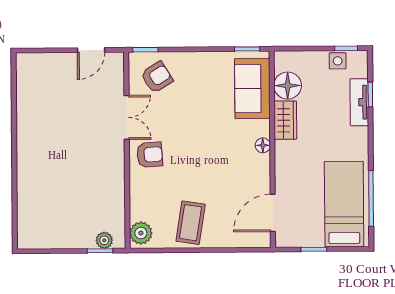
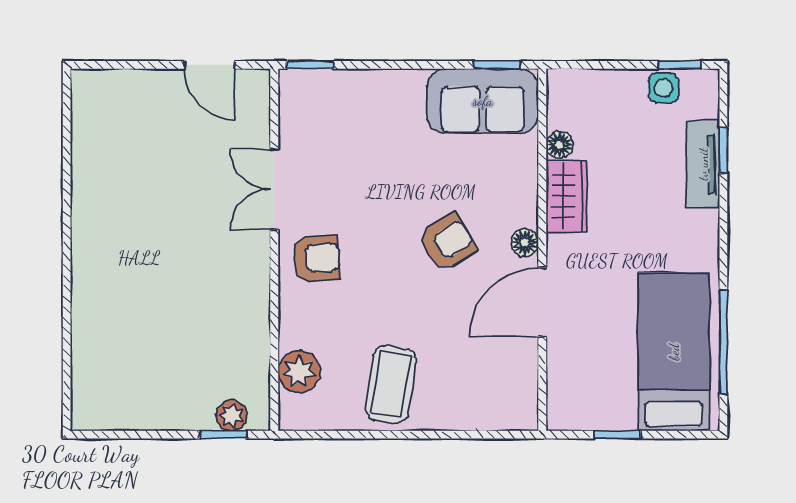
door: (91, 50) -> (210, 65), hinge flipped
armchair: (157, 77) -> (447, 243), moved
floor lamp: (288, 86) -> (559, 145), width x0.53, depth x0.53
sofa: (252, 89) -> (483, 101), moved, turned -90
double door: (127, 117) -> (274, 189), swing flipped
door: (273, 213) -> (542, 302), moved
plant: (141, 233) -> (299, 372), moved

